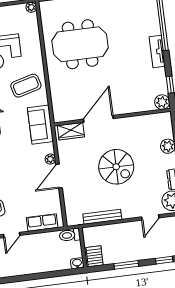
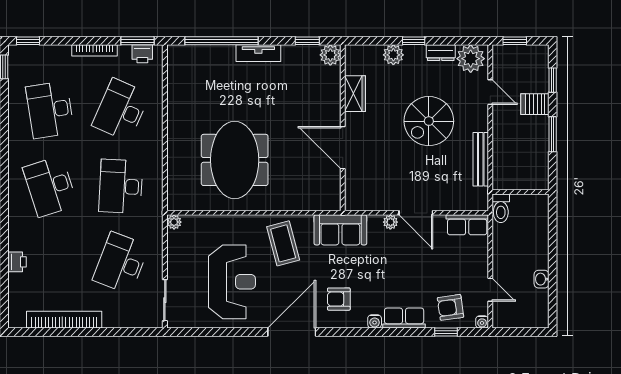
wardrobe: (71, 131) -> (355, 94), moved
spiral stairs: (116, 167) -> (429, 121), moved, turned 180
row of seats: (42, 223) -> (467, 225), moved, turned -90
server rack: (95, 256) -> (535, 104), moved
washbasin: (77, 263) -> (542, 279), moved

